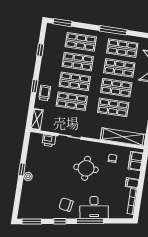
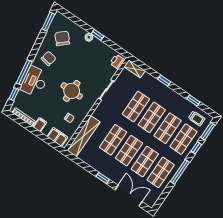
window: (83, 26) -> (196, 148), added
trolley: (45, 93) -> (197, 118), moved
printer: (49, 140) -> (117, 62), moved
chair: (41, 201) -> (62, 38), added
window: (60, 221) -> (14, 94), moved

